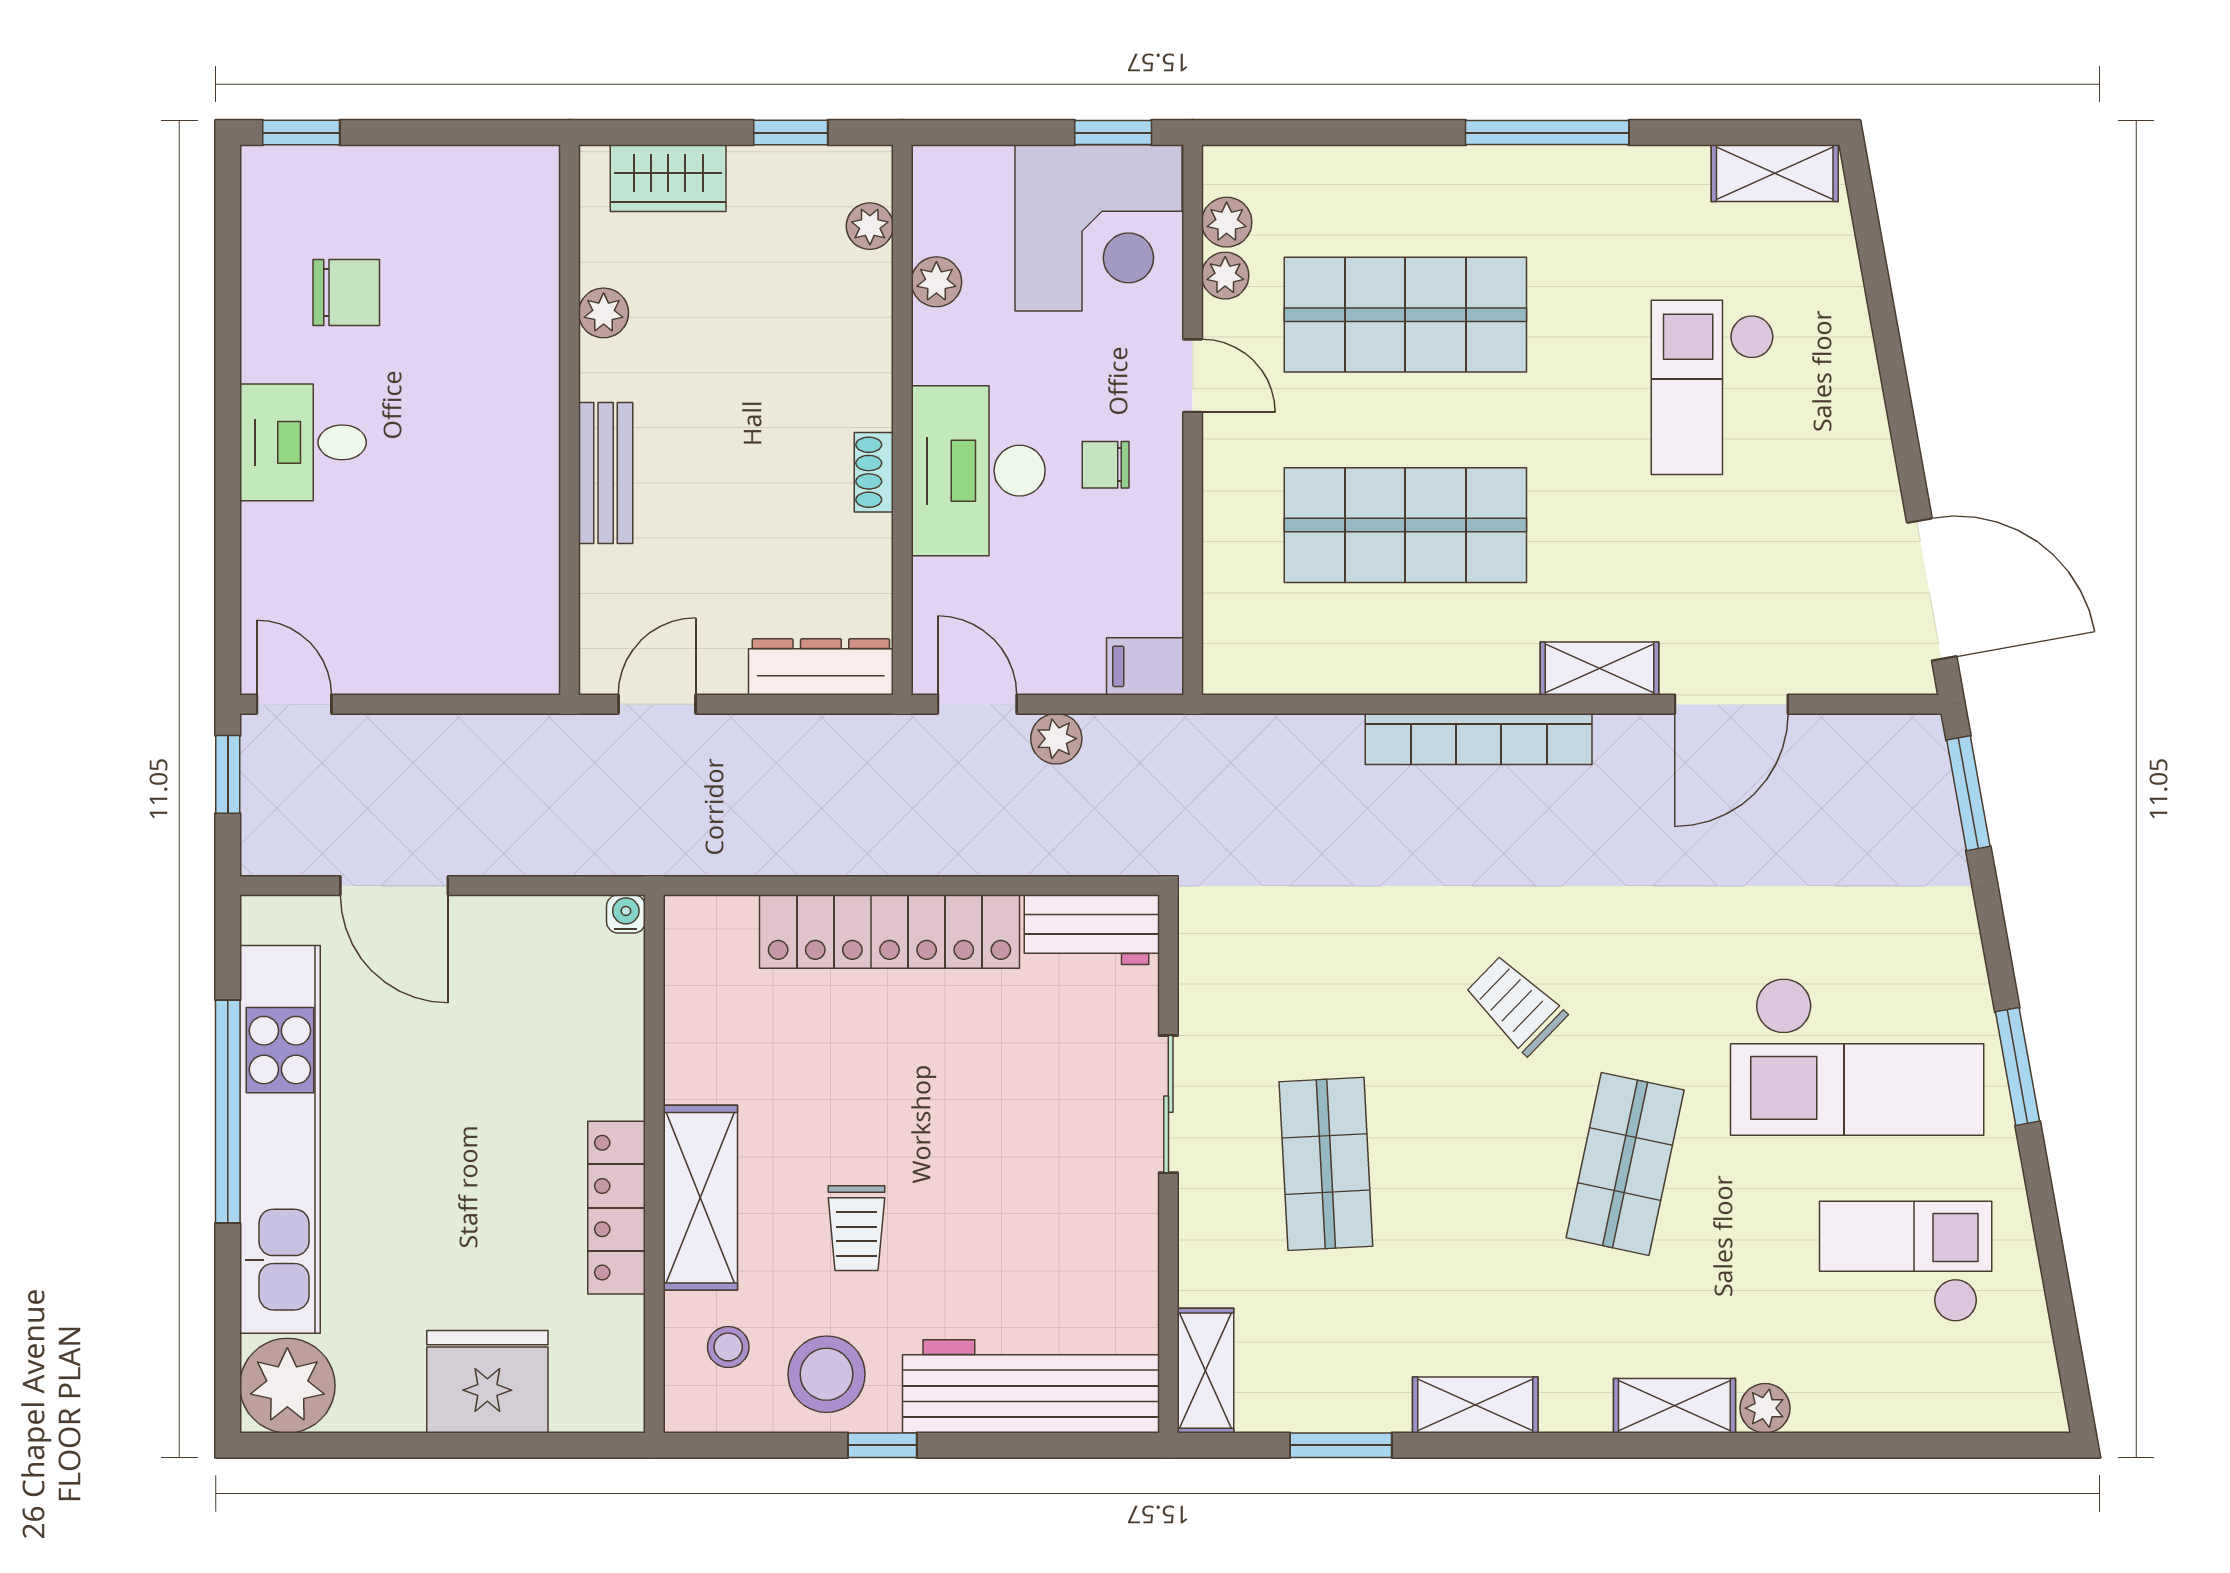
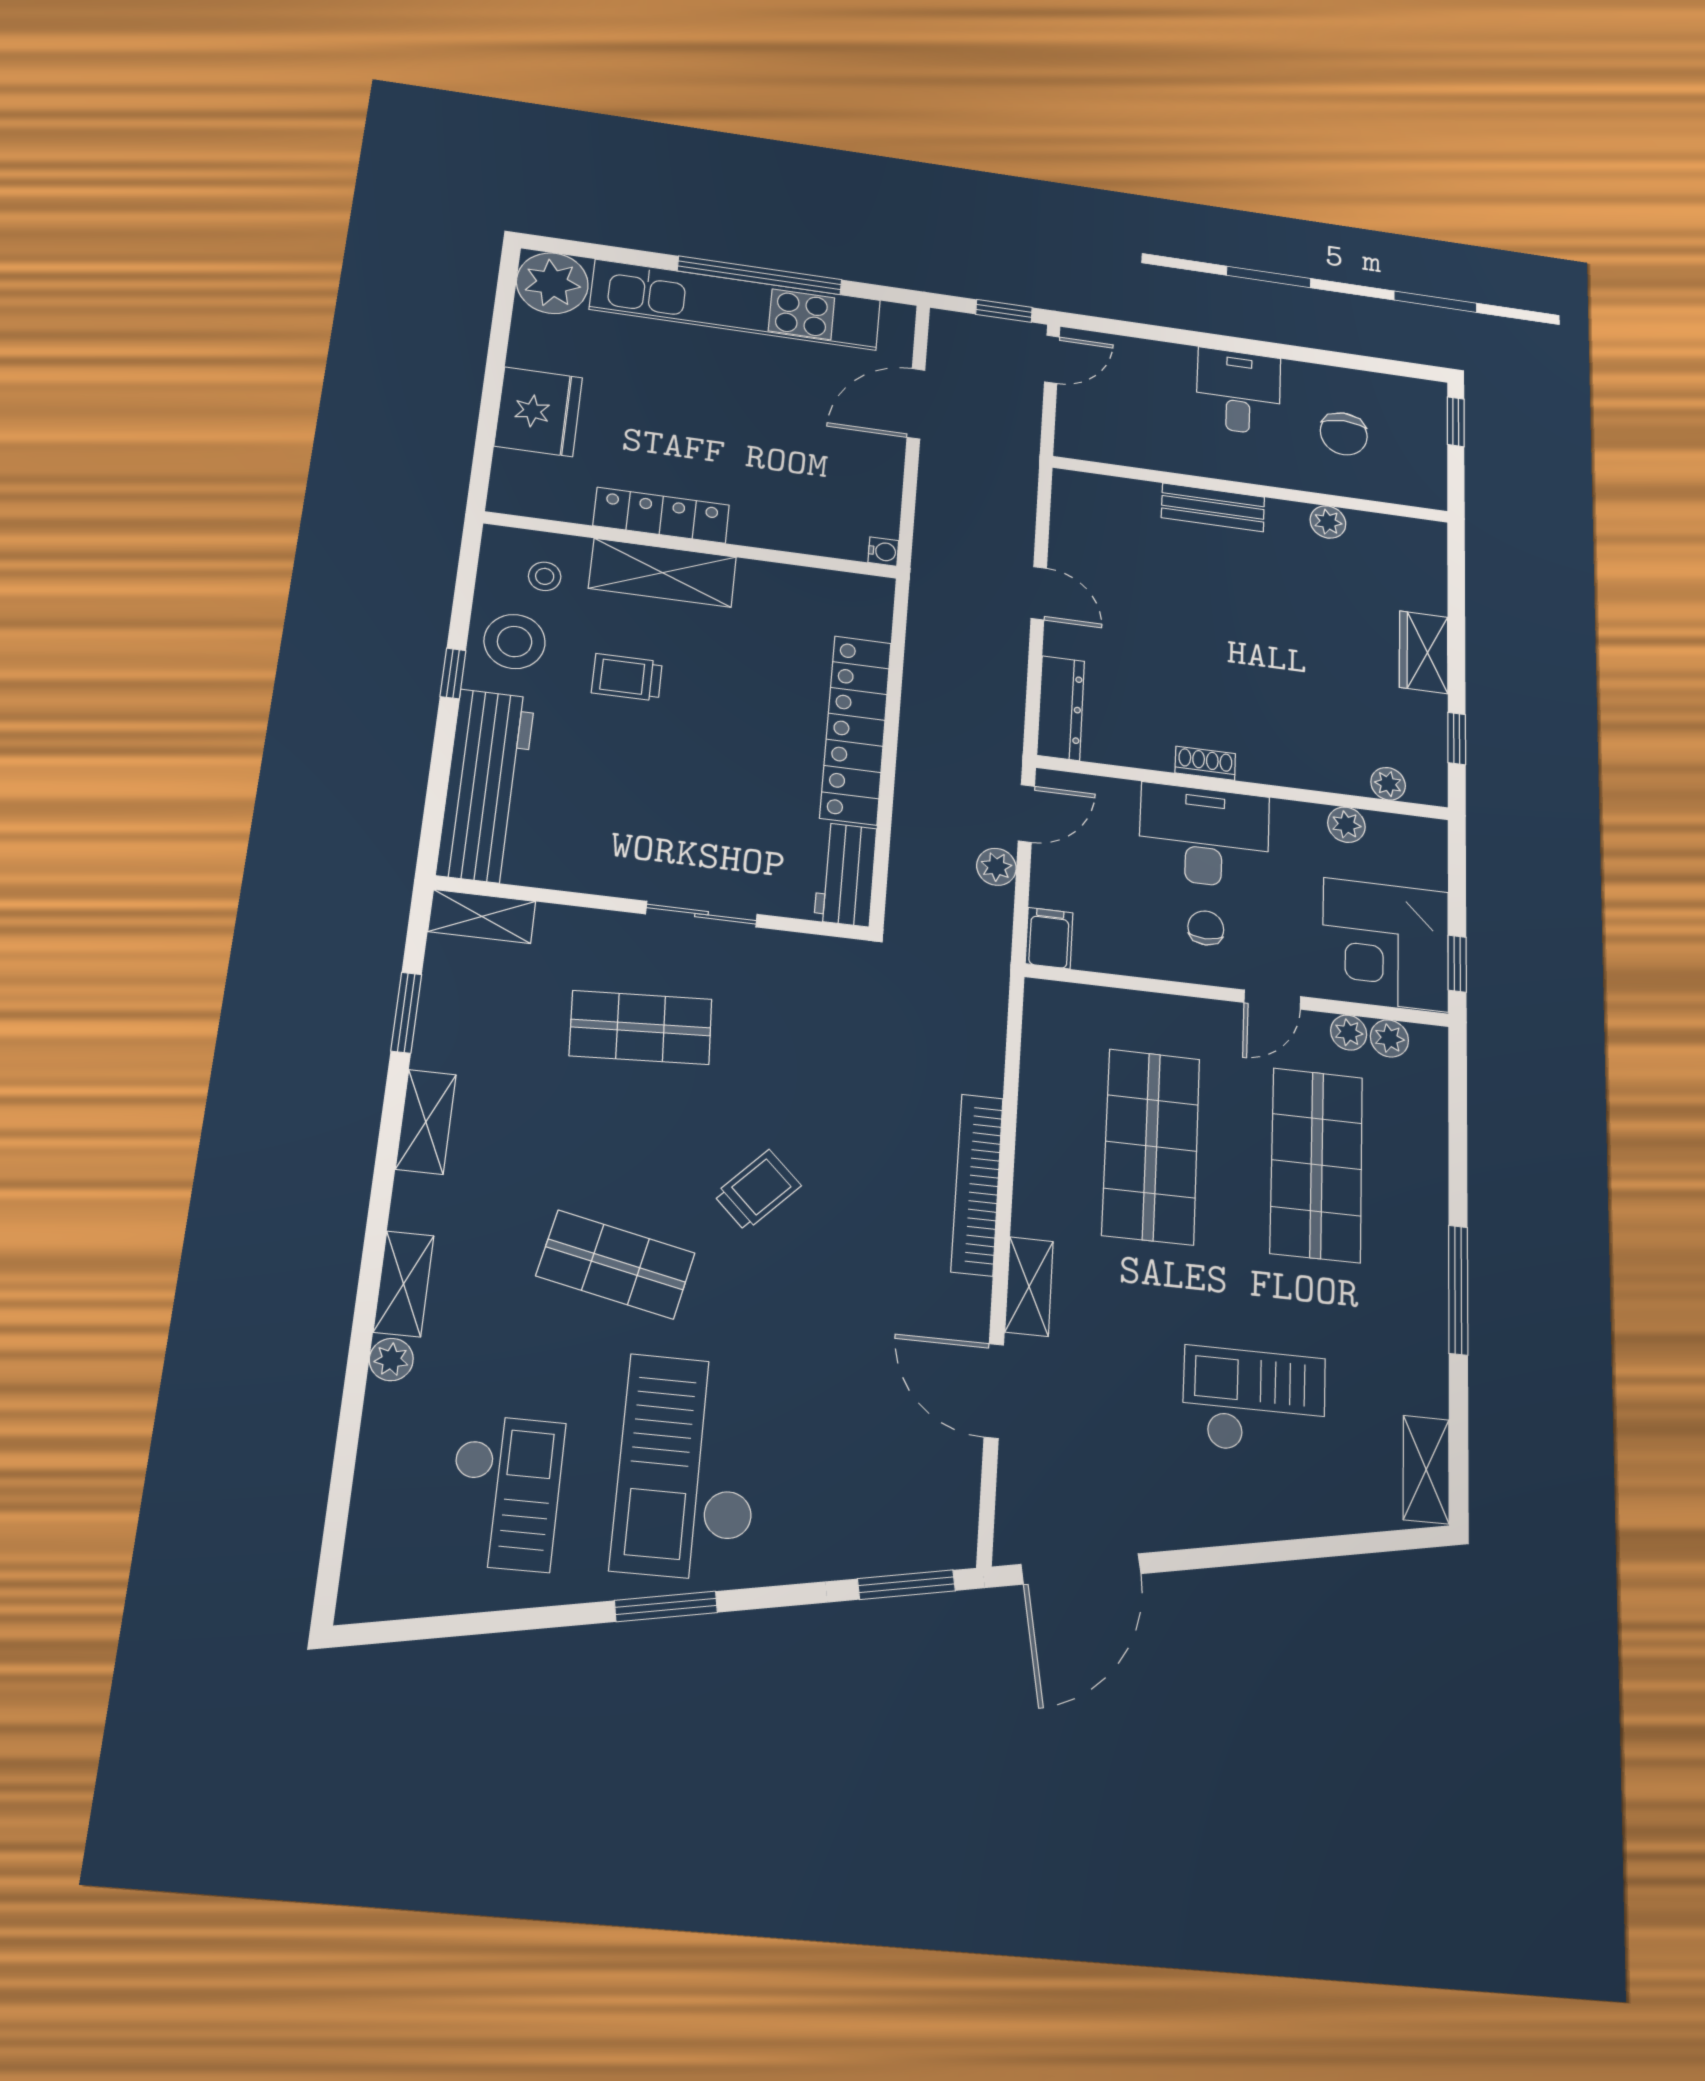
plant: (604, 313) -> (1328, 522), moved
wall: (570, 420) -> (1252, 490), moved
bench: (606, 473) -> (1213, 507), moved

